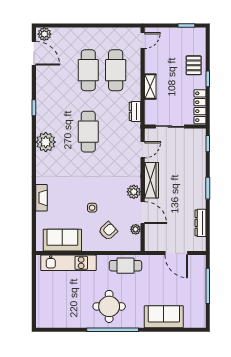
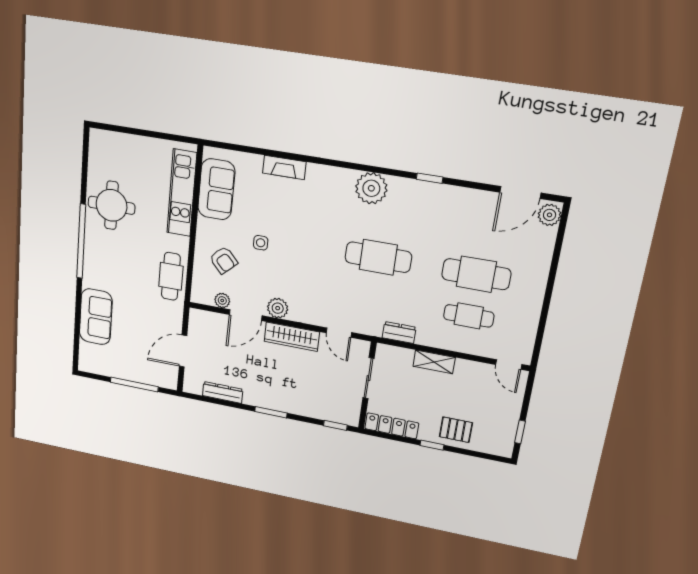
cafe table: (116, 70) -> (469, 316), width x0.73, depth x0.74
round table: (109, 306) -> (111, 205), moved

